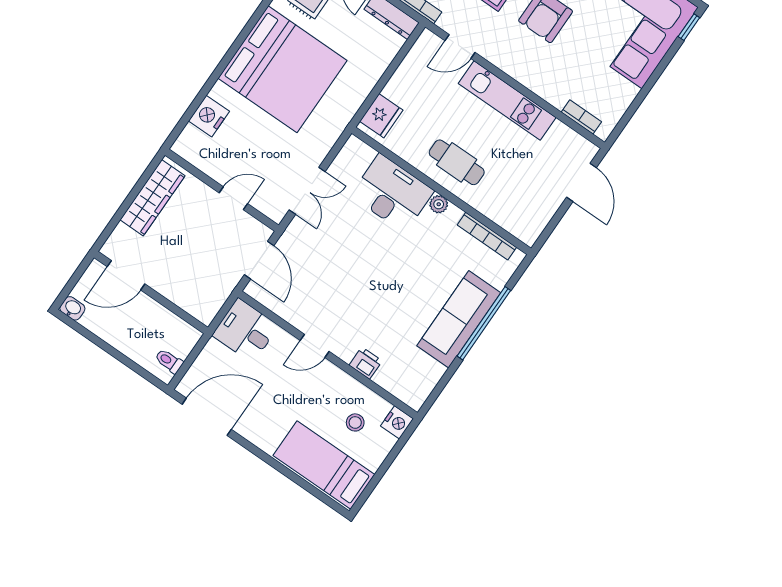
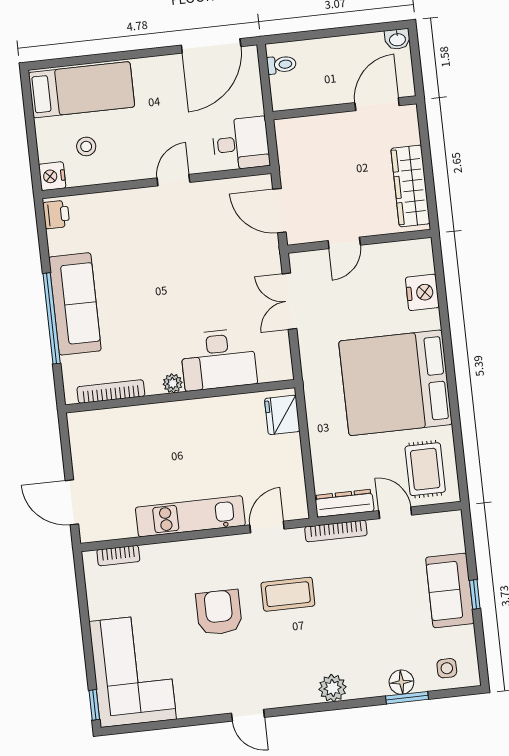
cafe table: (457, 162) -> (188, 430), removed
printer: (366, 363) -> (56, 215), moved, turned -90

